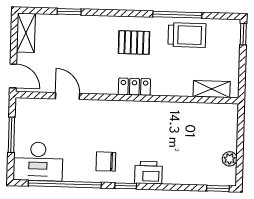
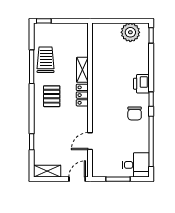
shelving: (212, 89) -> (82, 70), moved
plant: (230, 159) -> (130, 32), width x1.88, depth x1.88
desk: (38, 161) -> (136, 165), width x0.73

